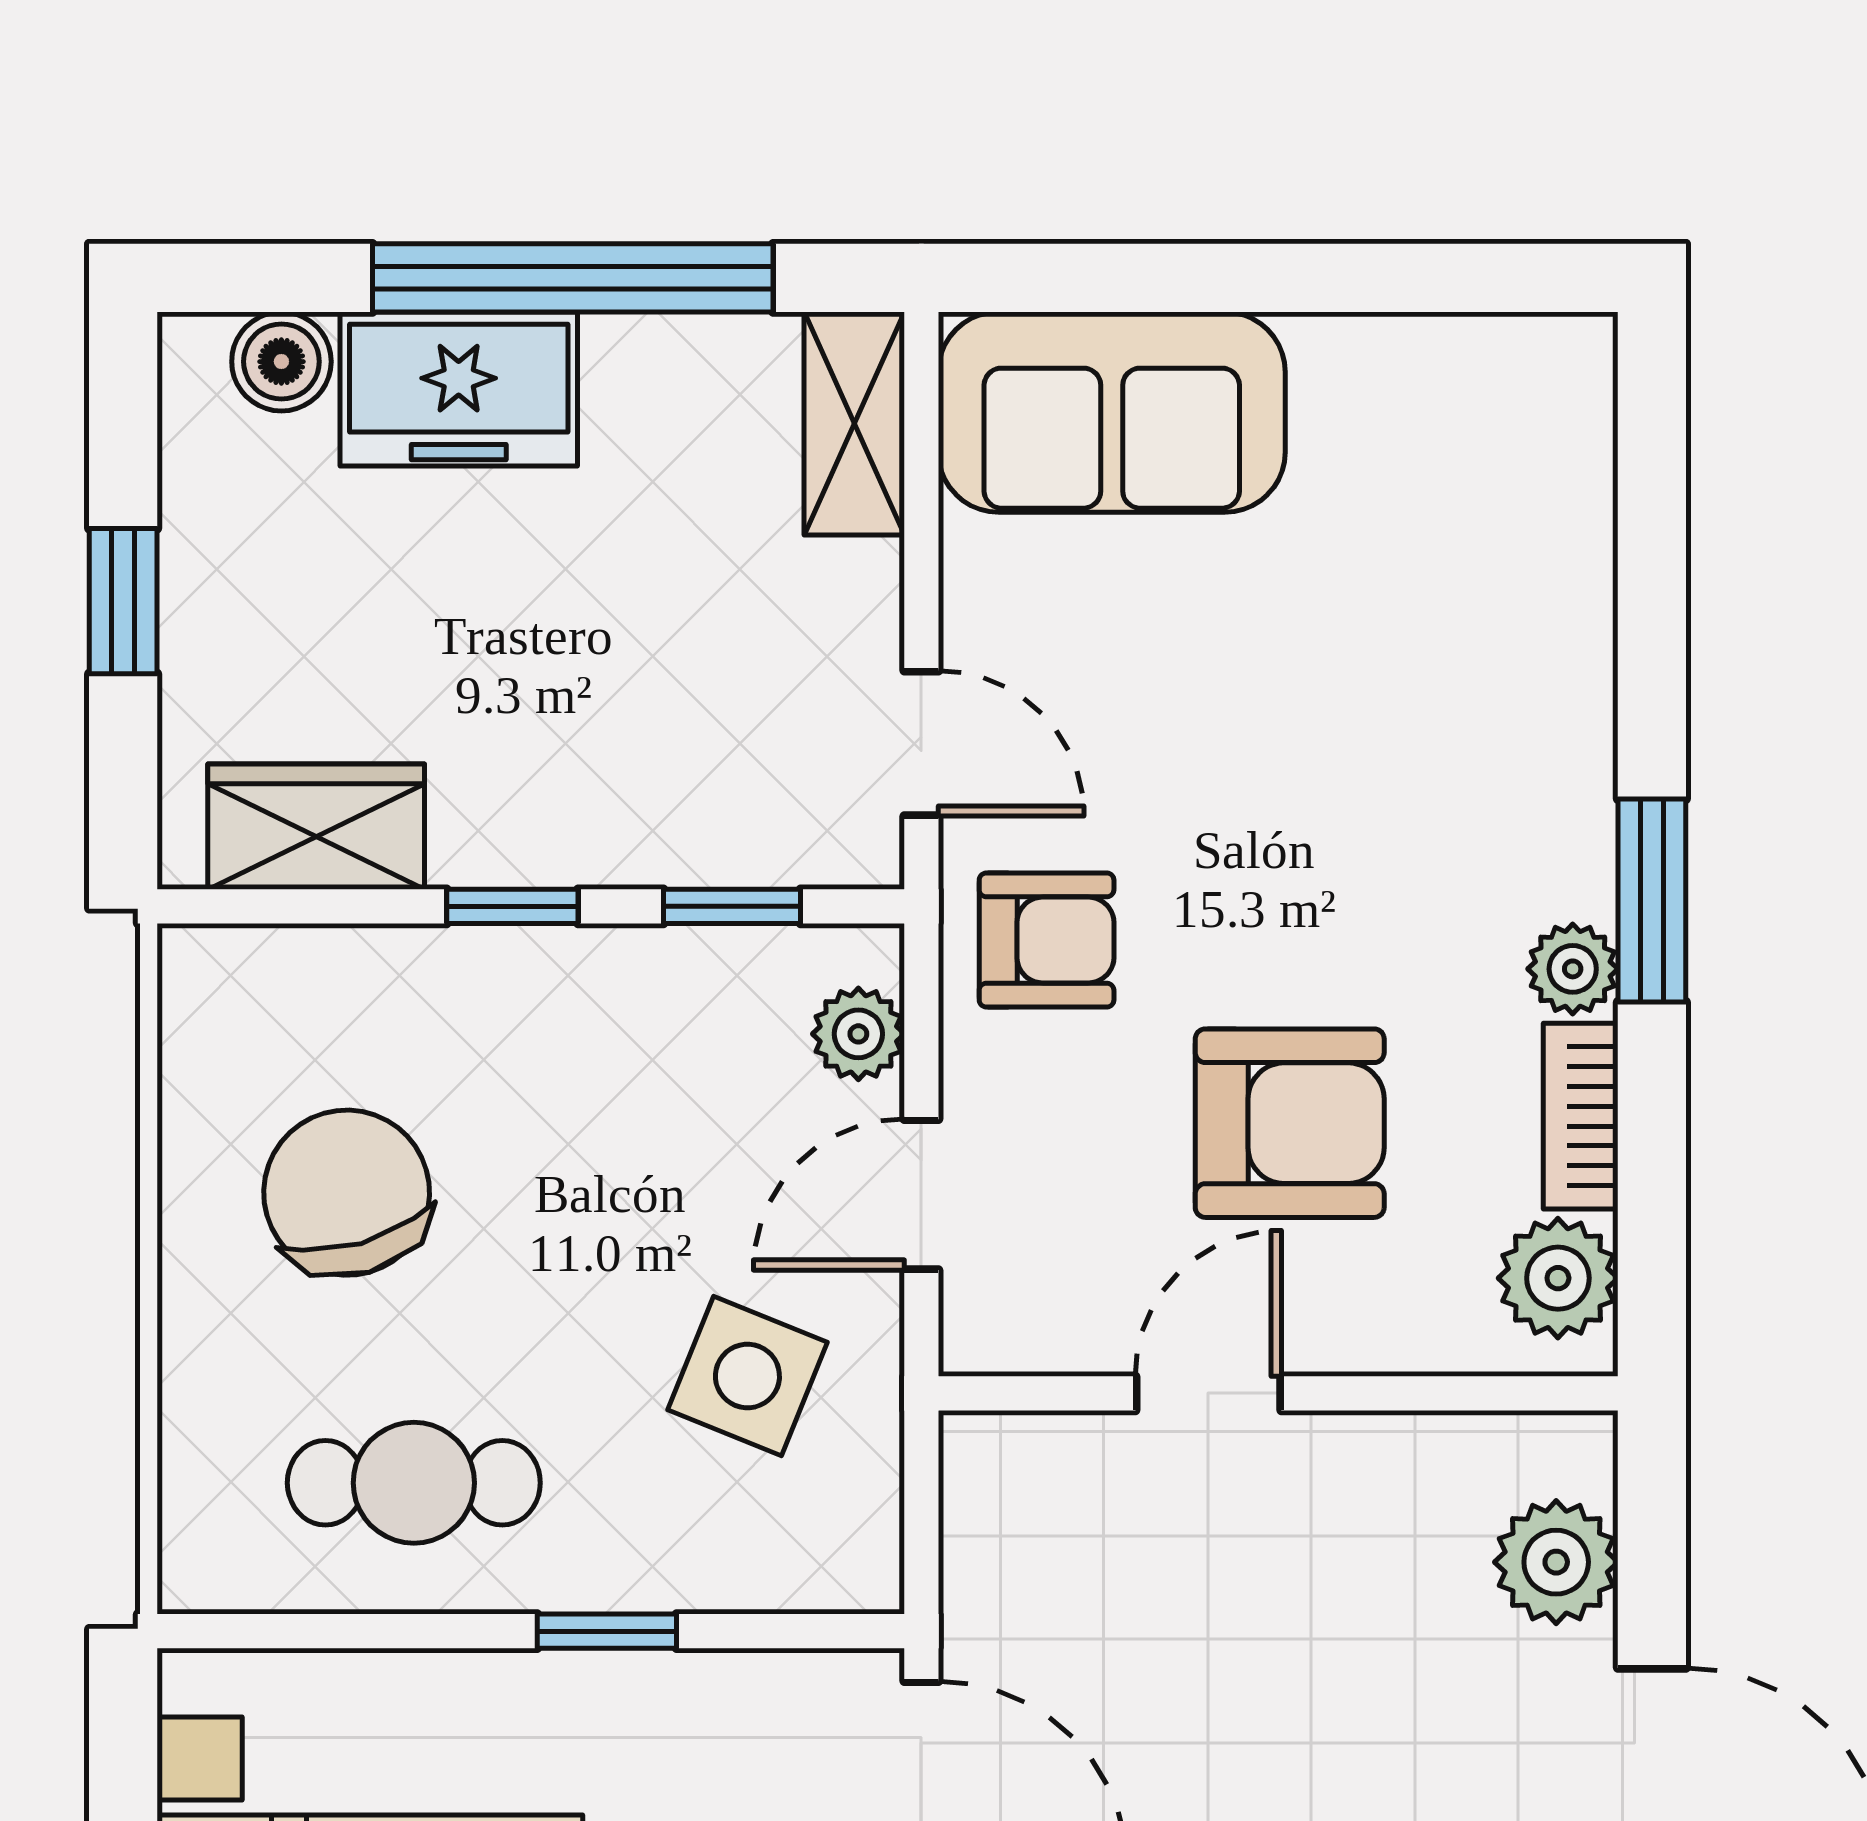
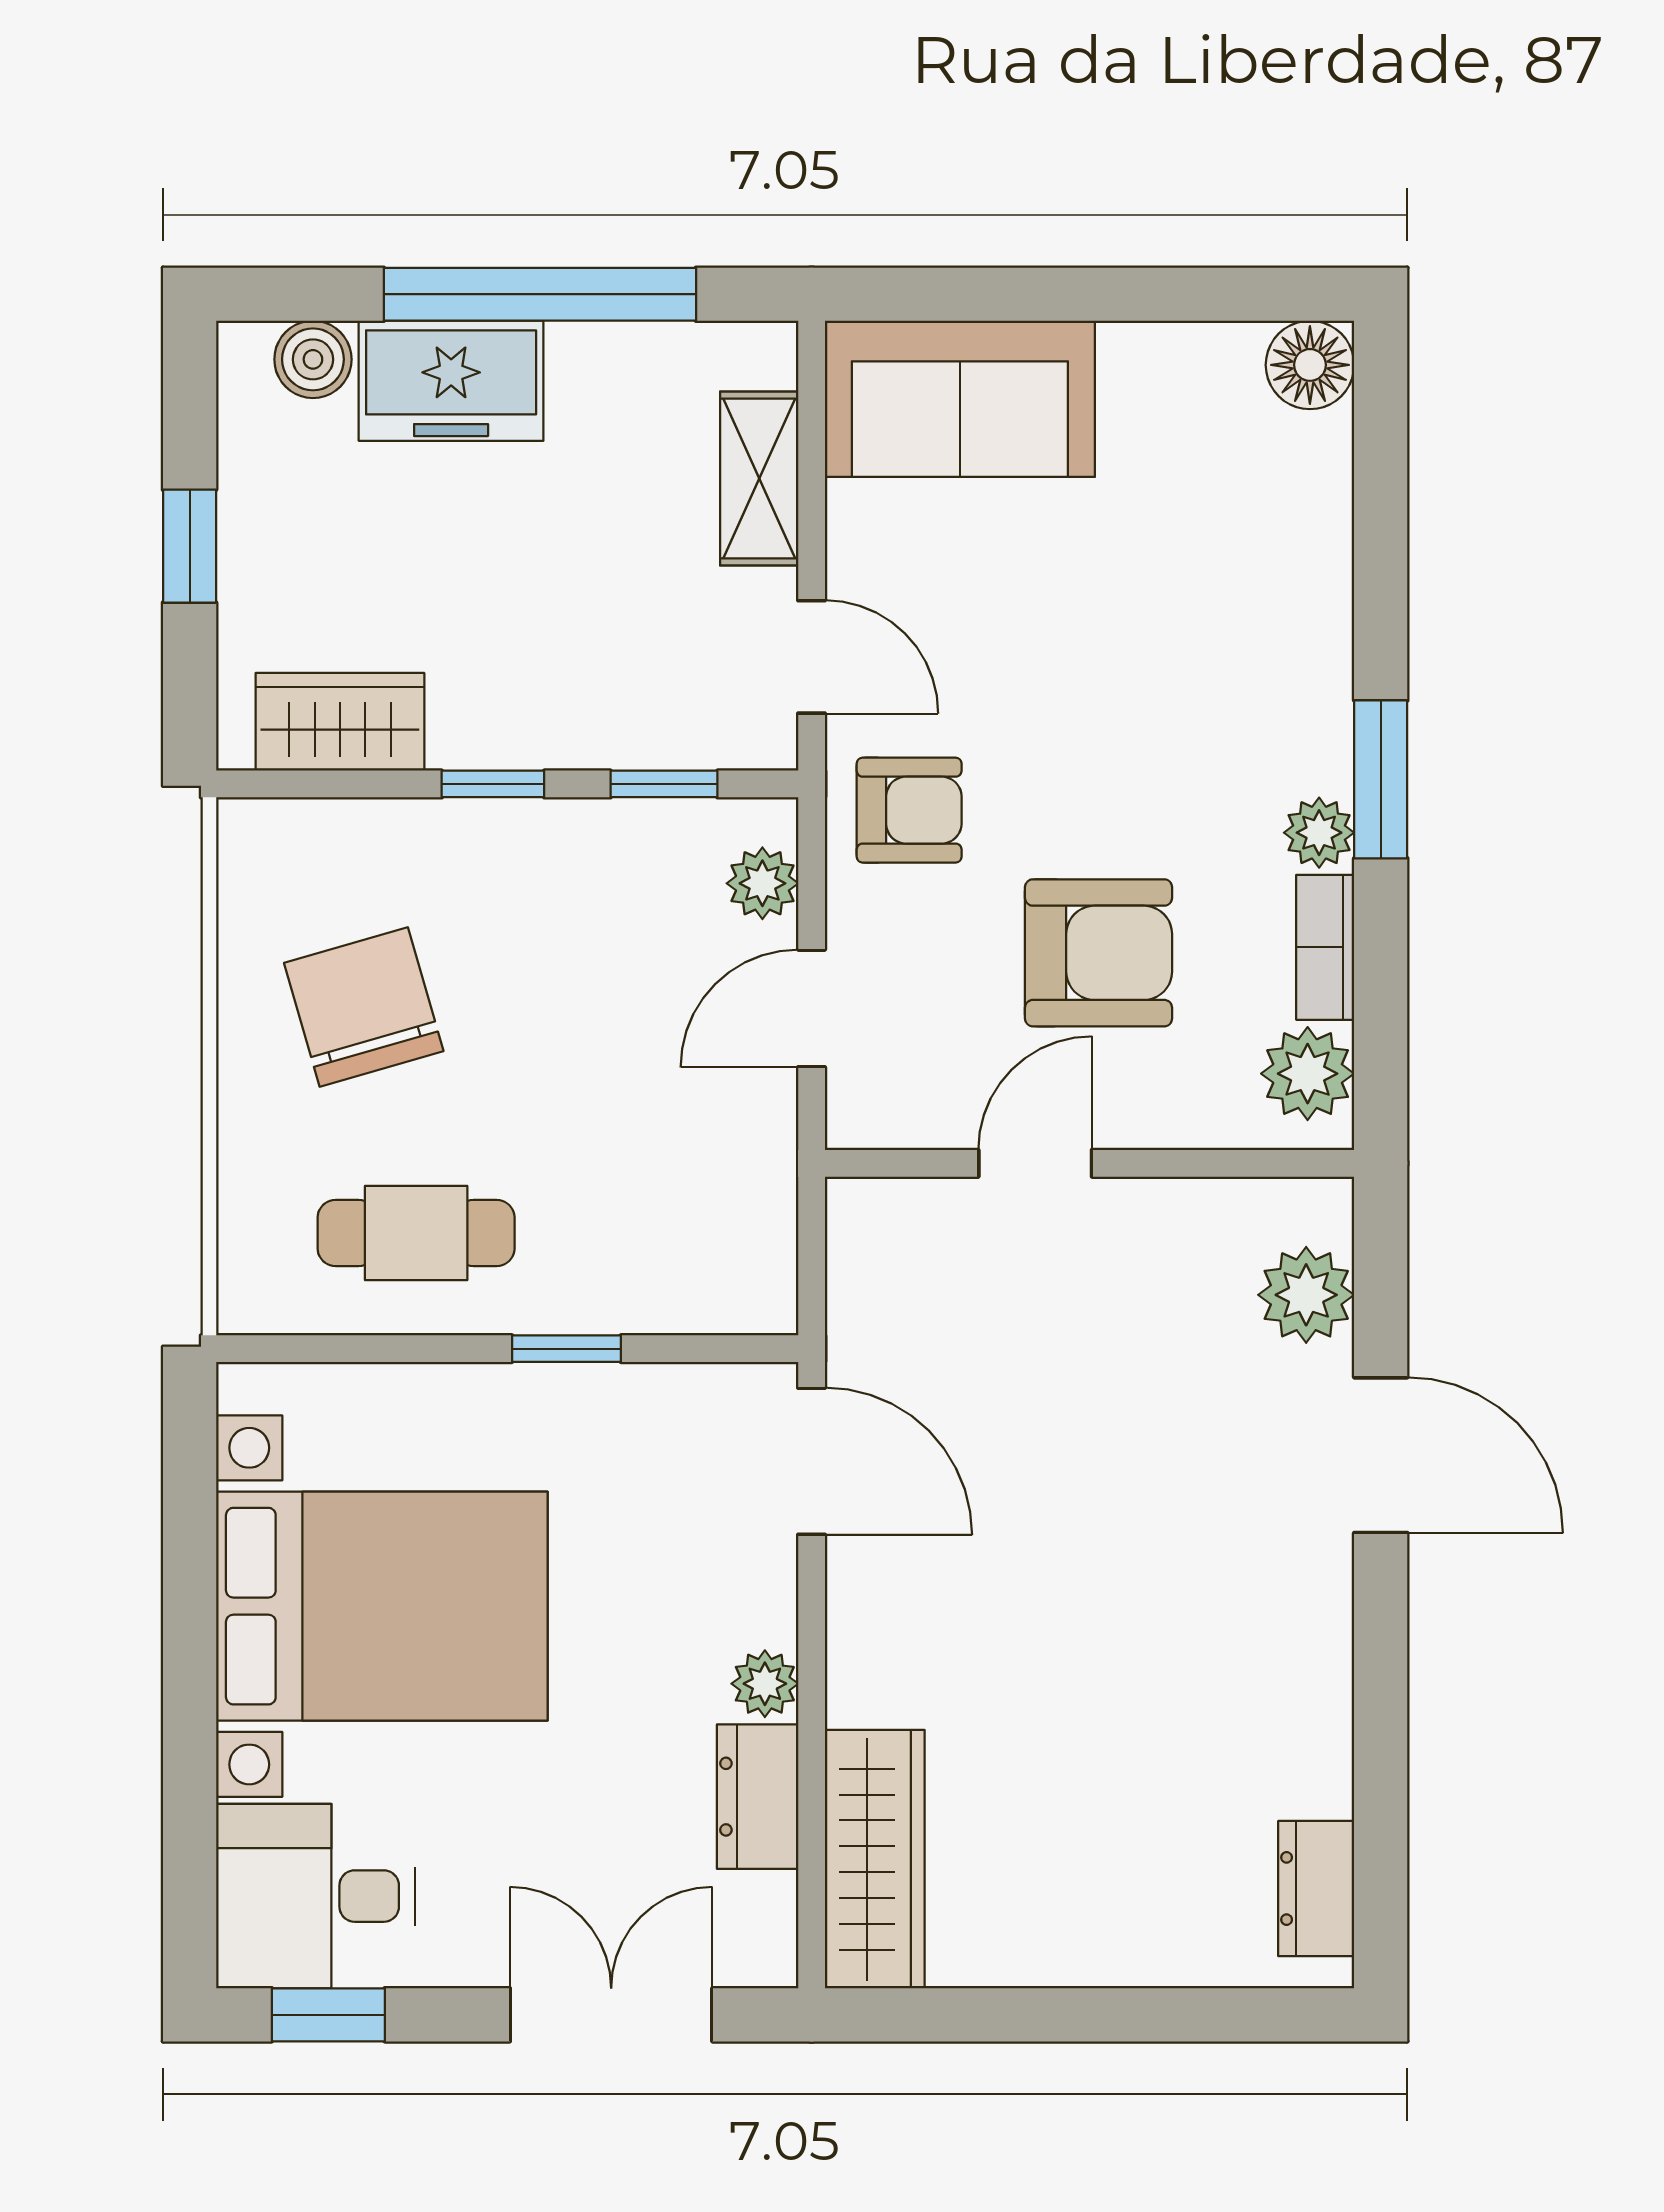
floor lamp: (1561, 369) -> (1310, 365), added
shelving: (854, 423) -> (759, 479), moved
side table: (747, 1376) -> (676, 1150), removed

